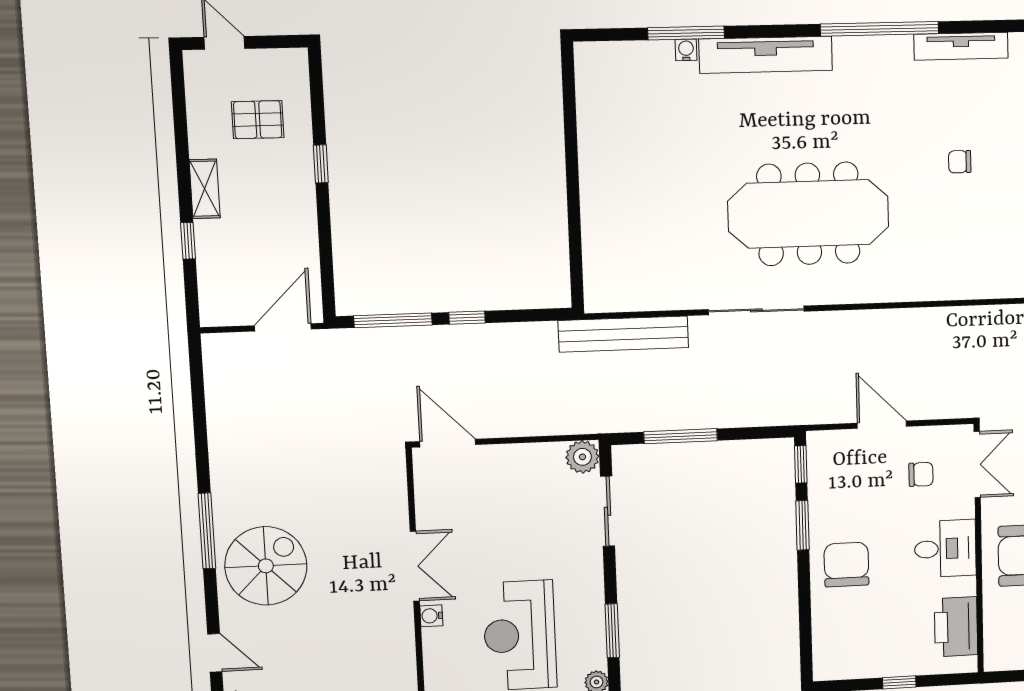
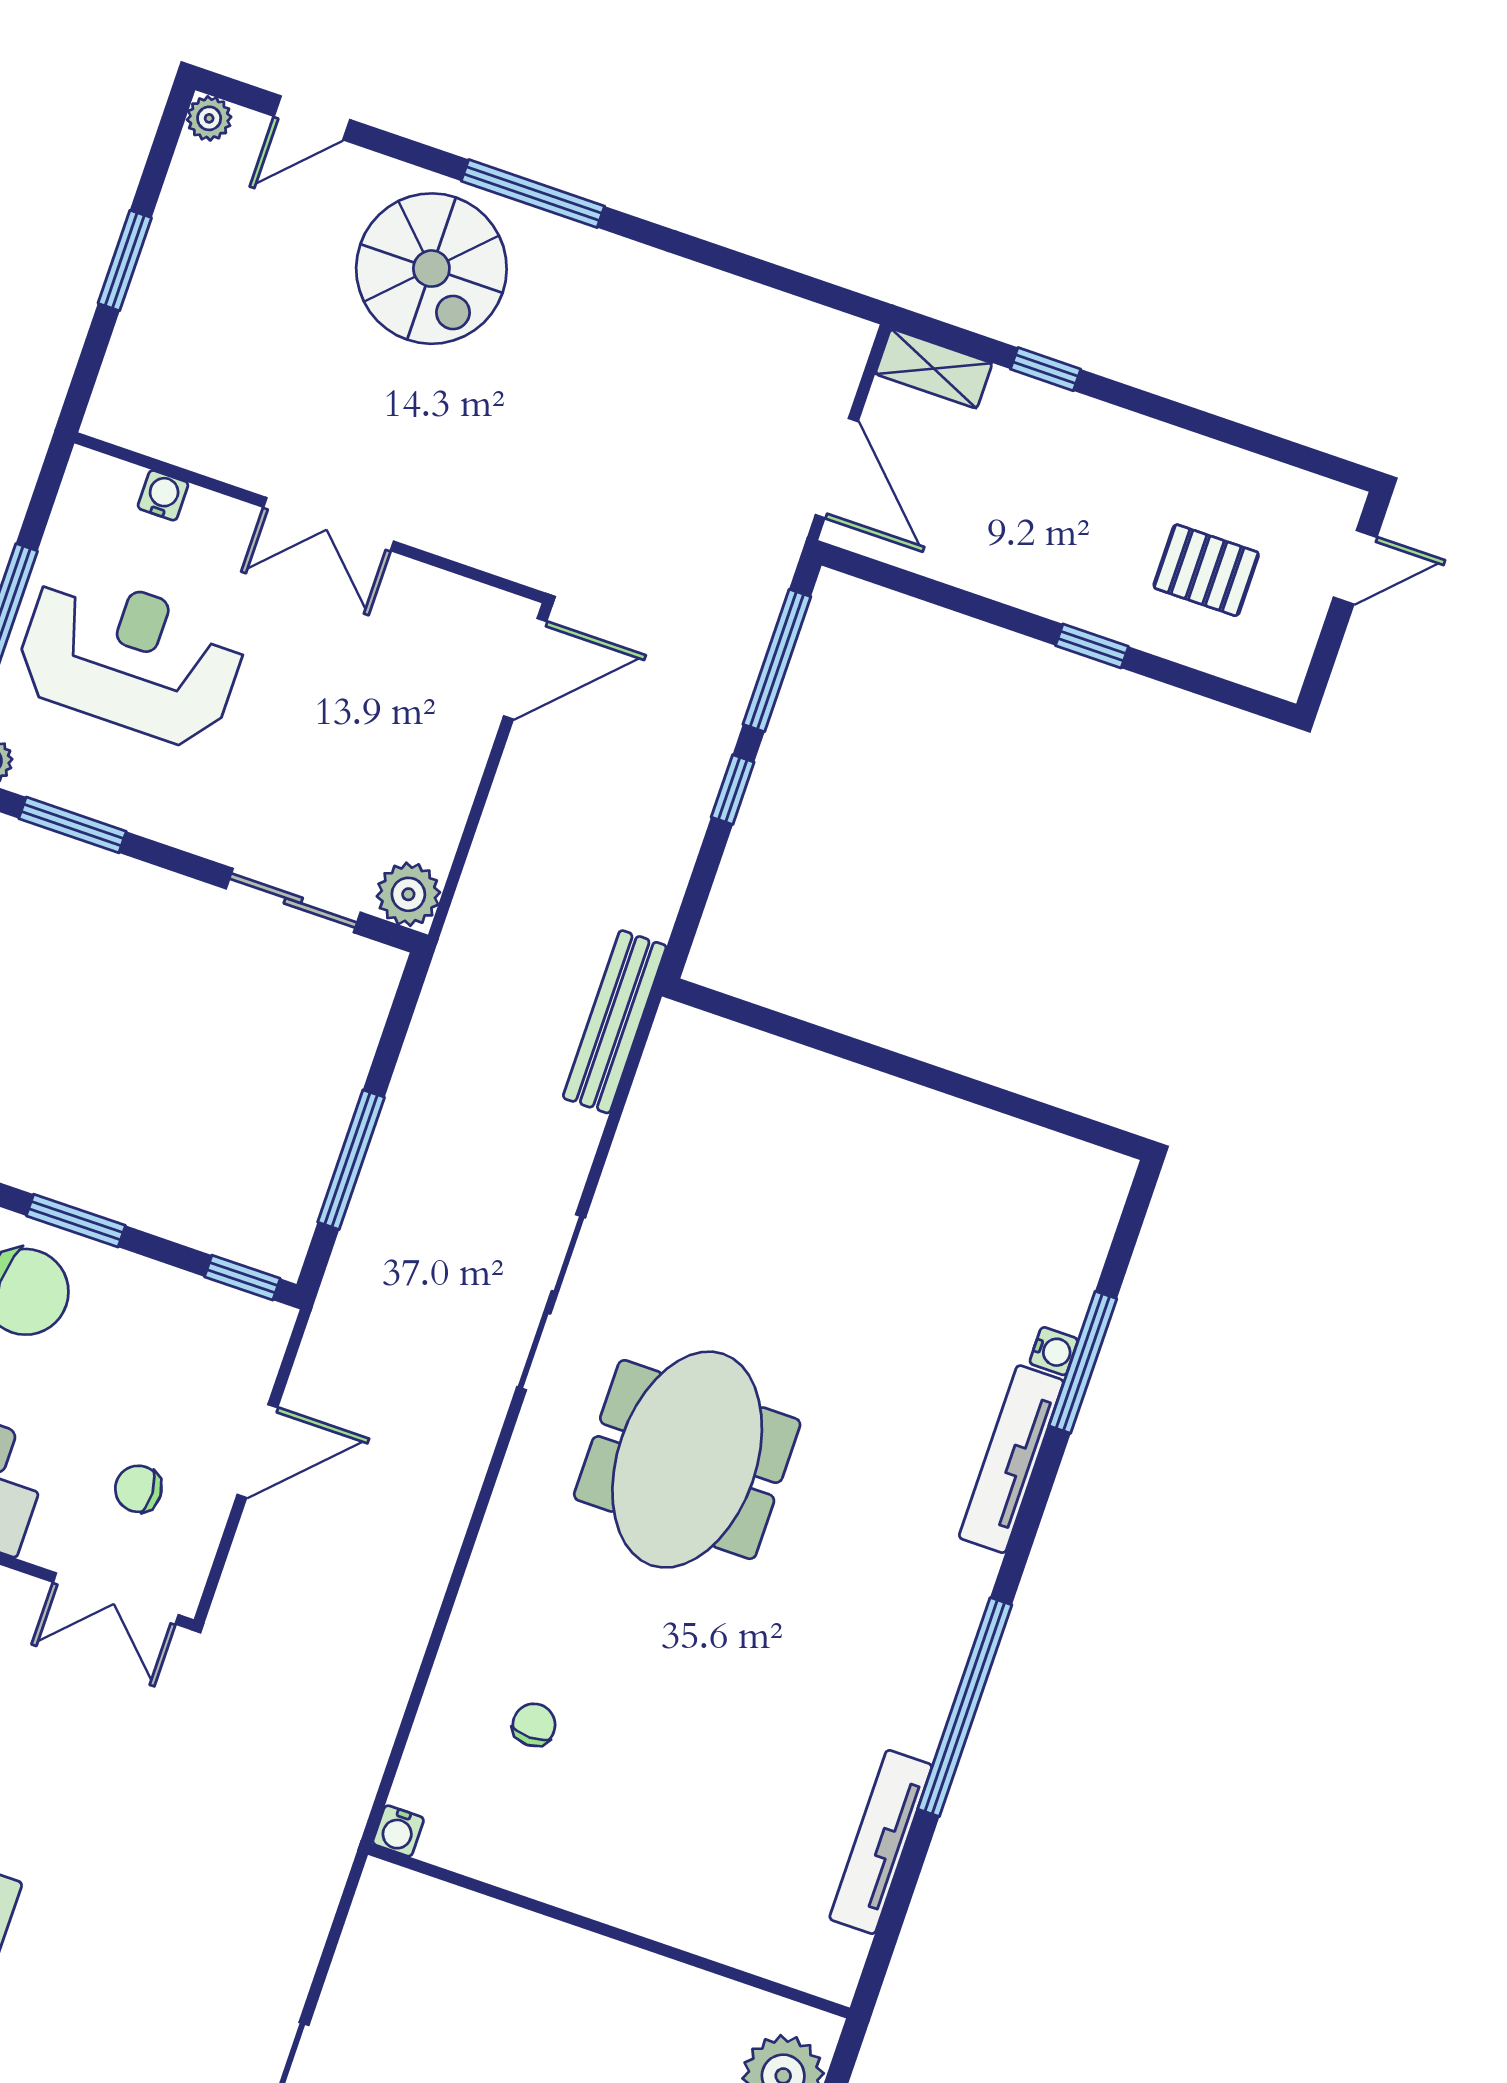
tv unit: (766, 55) -> (1011, 1459), width x0.73, depth x0.78
pallet: (258, 120) -> (1206, 570), turned 90
chair: (960, 162) -> (534, 1725), moved
shelving: (205, 189) -> (934, 369), moved
meeting table: (808, 214) -> (687, 1460), width x0.73
bench: (623, 334) -> (615, 1022), width x0.73, depth x0.82
window: (681, 436) -> (351, 1160), moved
chair: (921, 474) -> (138, 1489), turned 87
window: (802, 525) -> (76, 1221), moved
water cooler: (431, 616) -> (163, 495), moved

